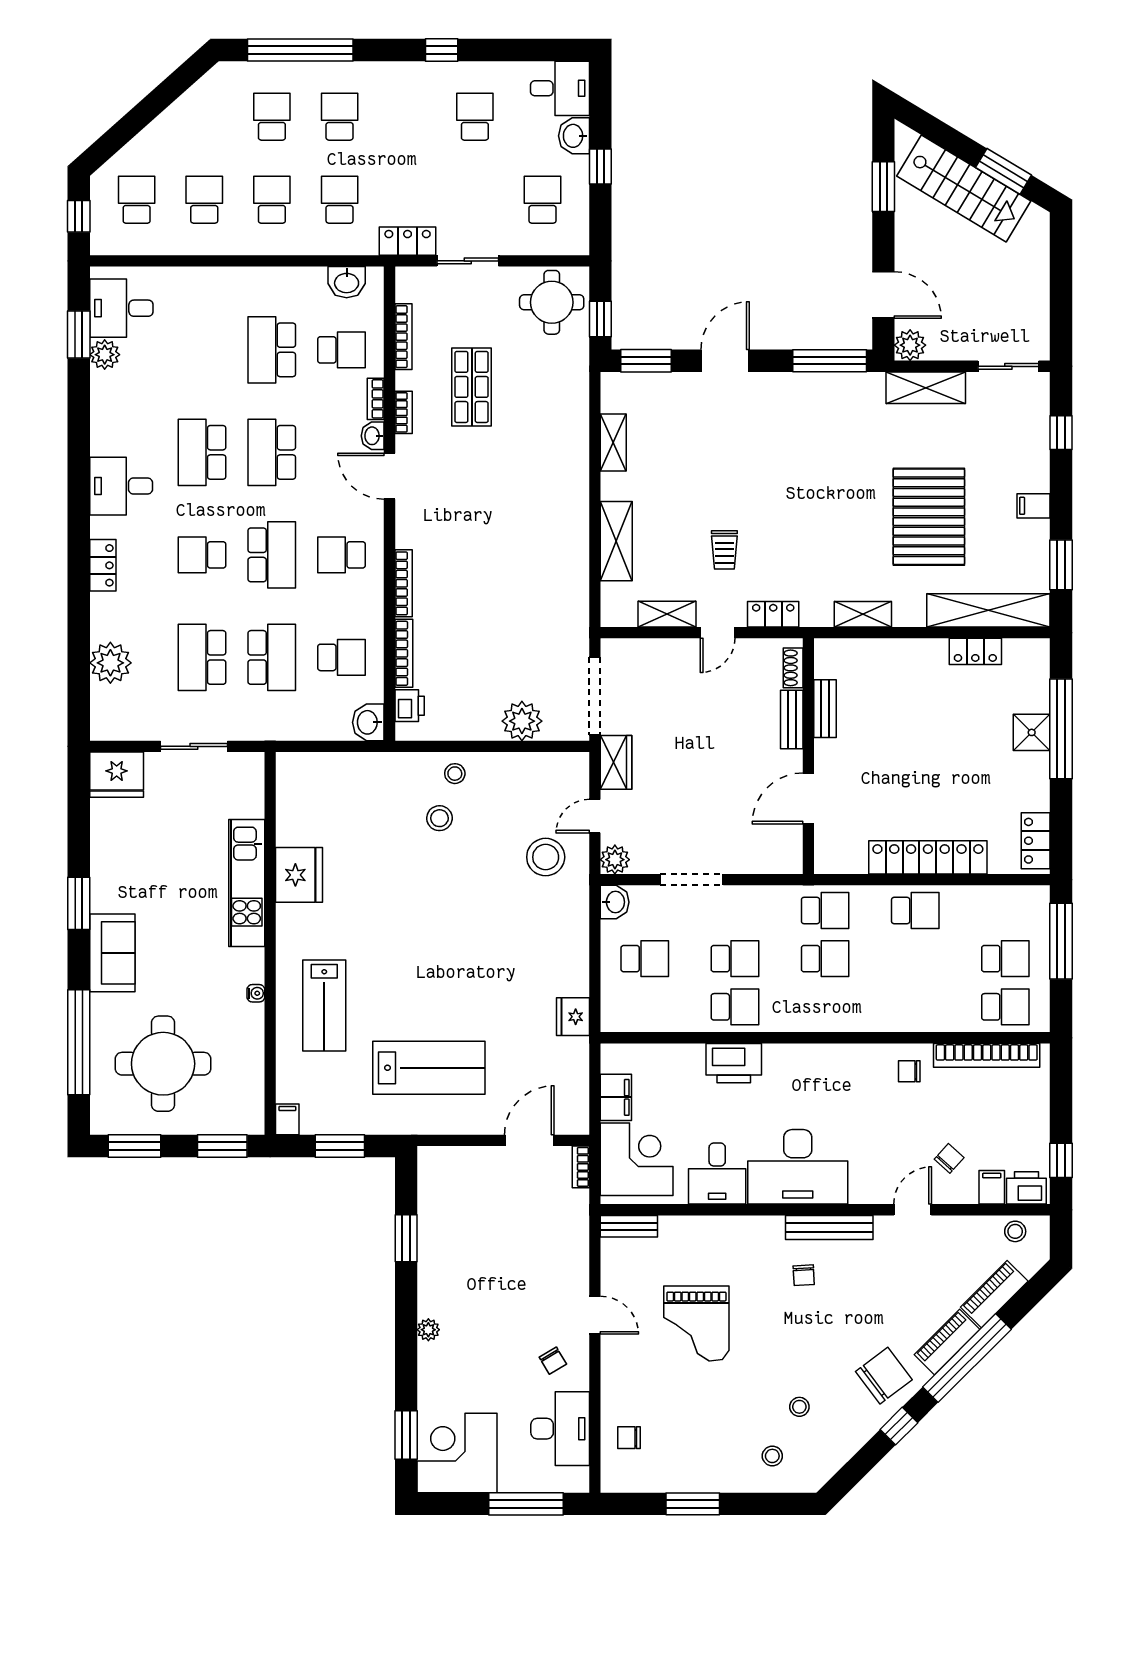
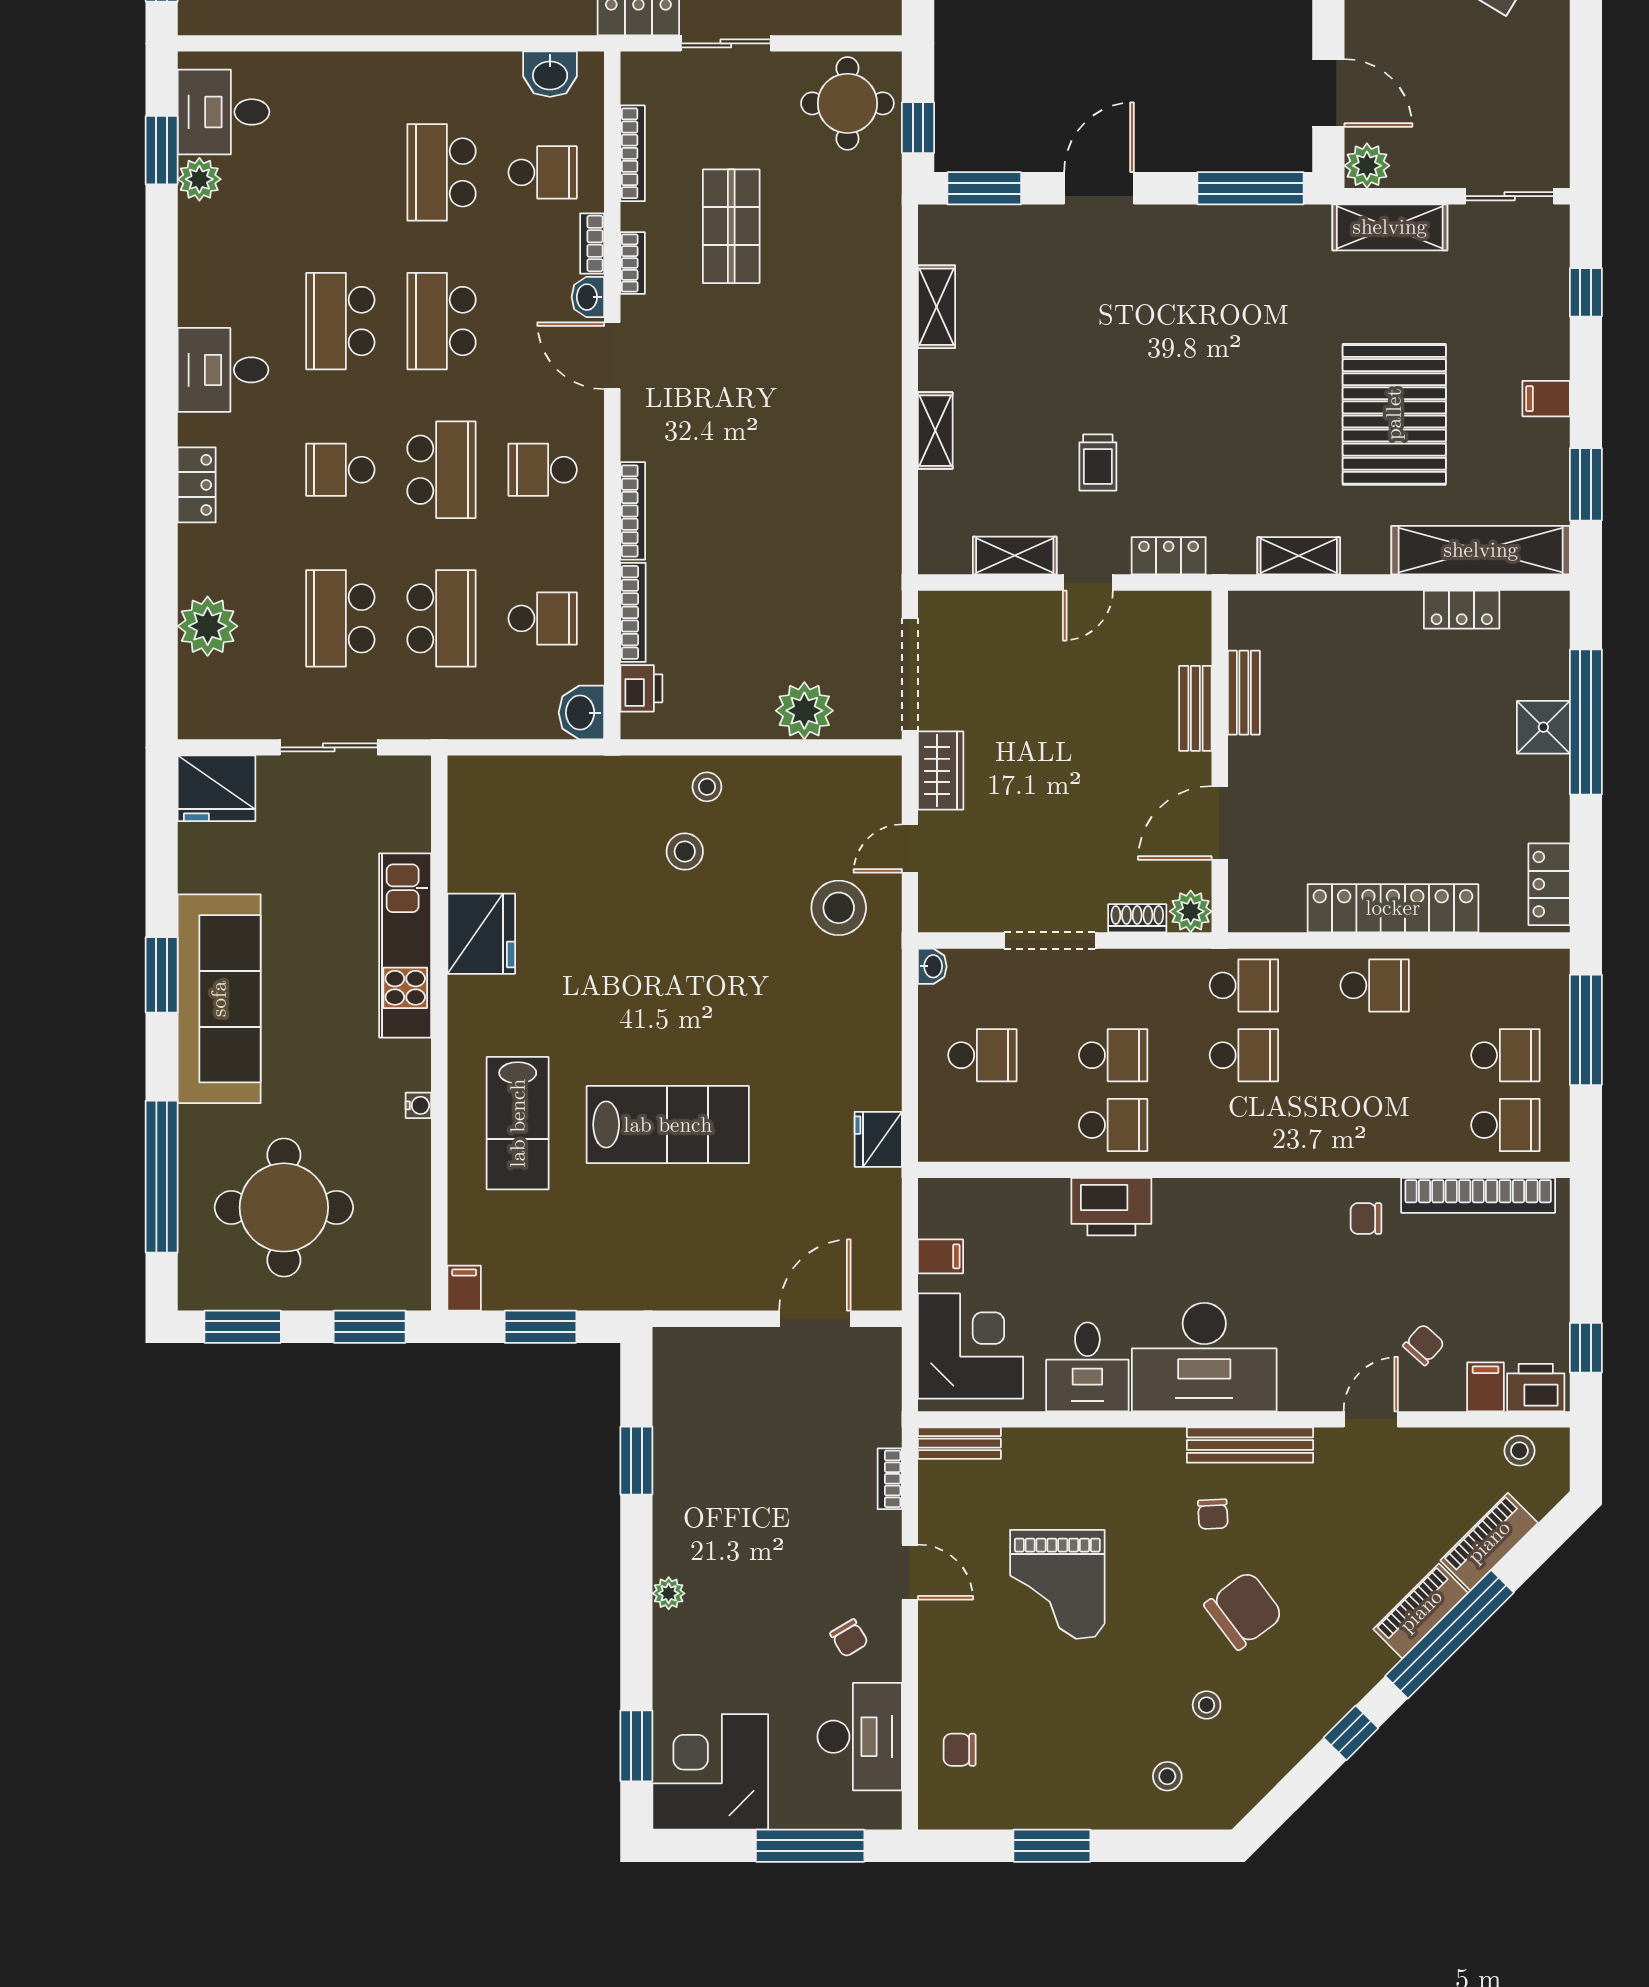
shelving: (616, 541) -> (935, 431), width x0.67, depth x0.75
shoe rack: (793, 668) -> (1137, 918), moved, turned 90
plant: (615, 860) -> (1191, 911), moved
washbasin: (615, 902) -> (932, 966), width x0.72, depth x0.69
sofa: (112, 953) -> (219, 999), width x1.85, depth x1.27
lab bench: (429, 1068) -> (668, 1125), moved
filing cabinet: (616, 1097) -> (941, 1256), width x0.50
bookcase: (581, 1167) -> (890, 1479), moved
chair: (884, 1376) -> (1244, 1610), moved

